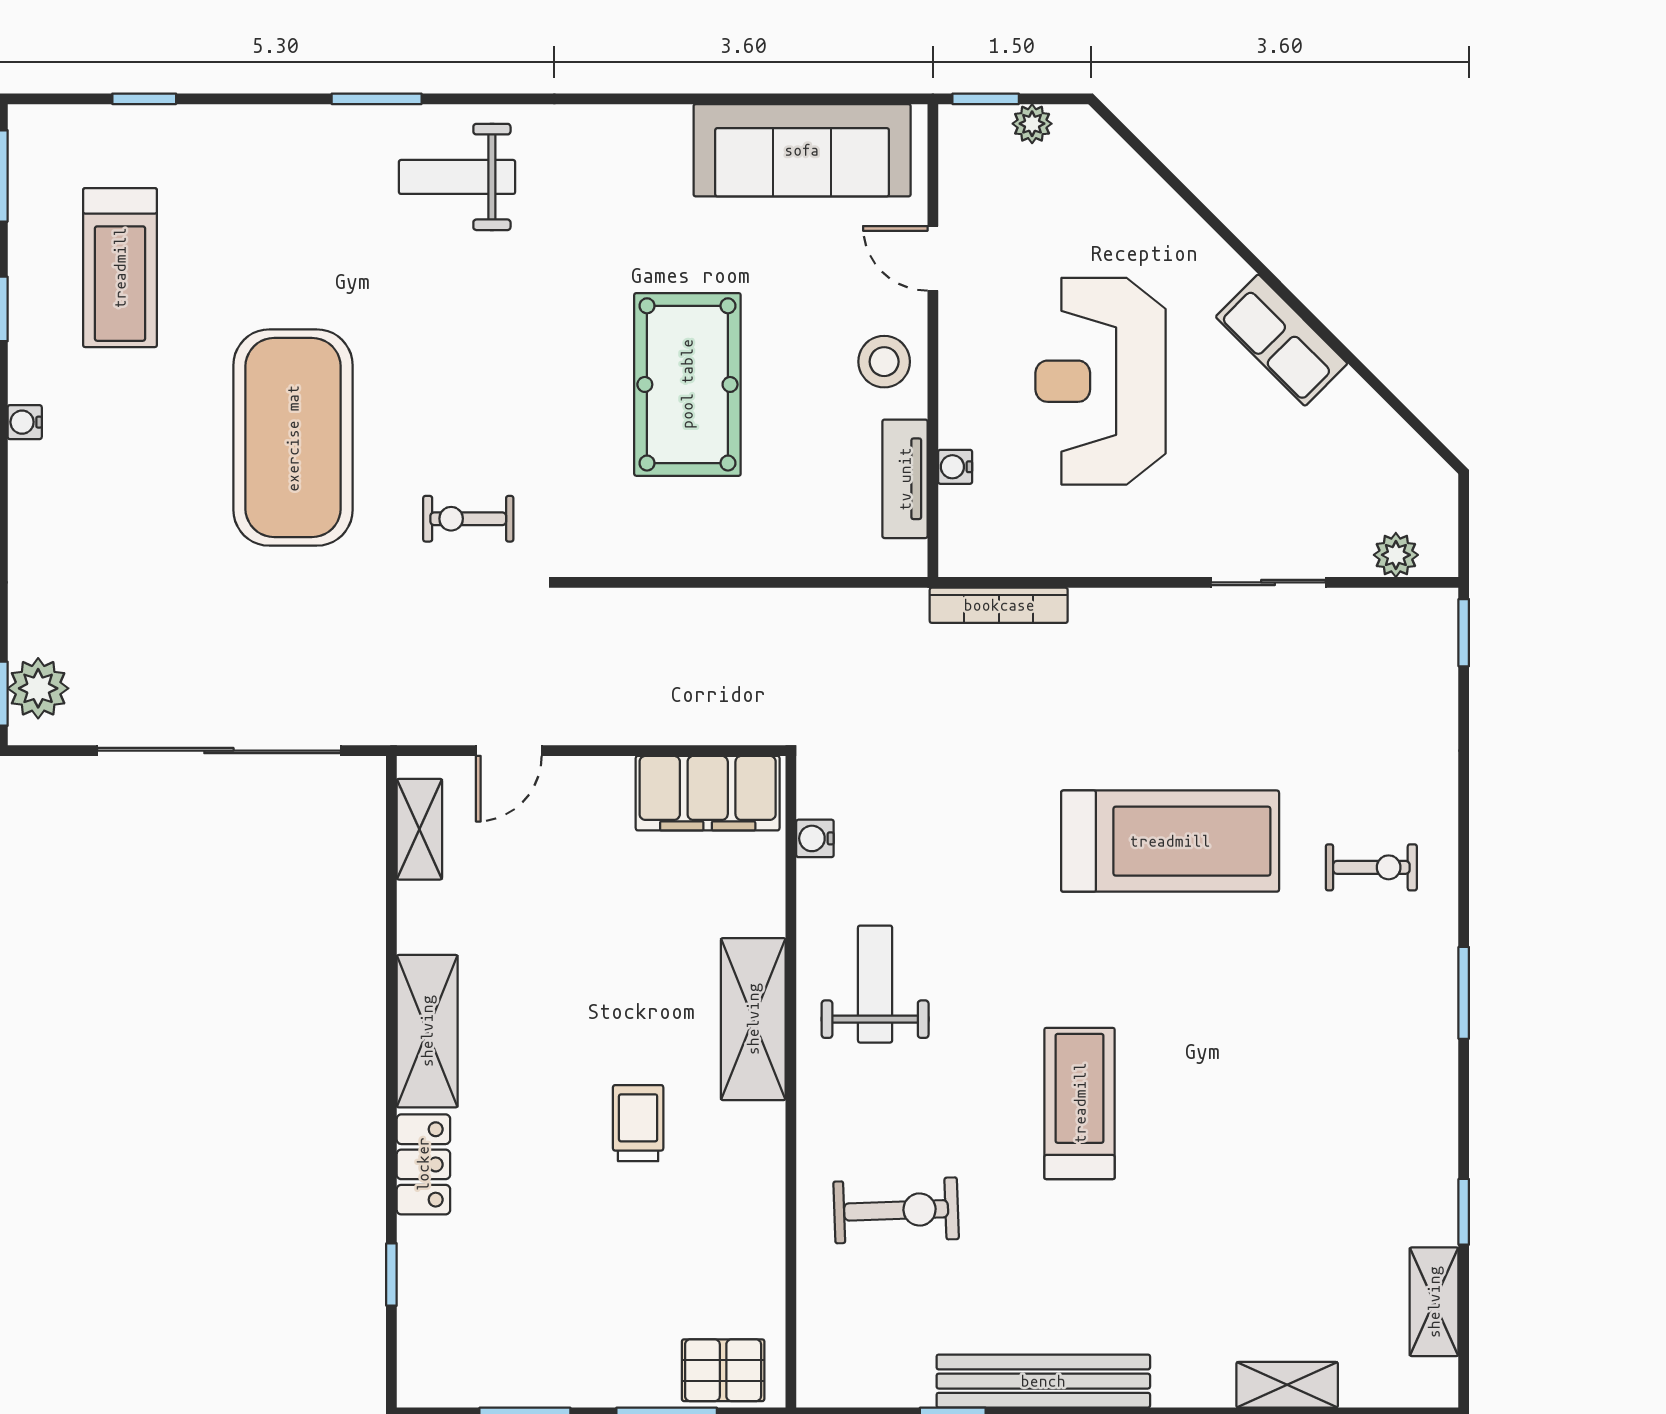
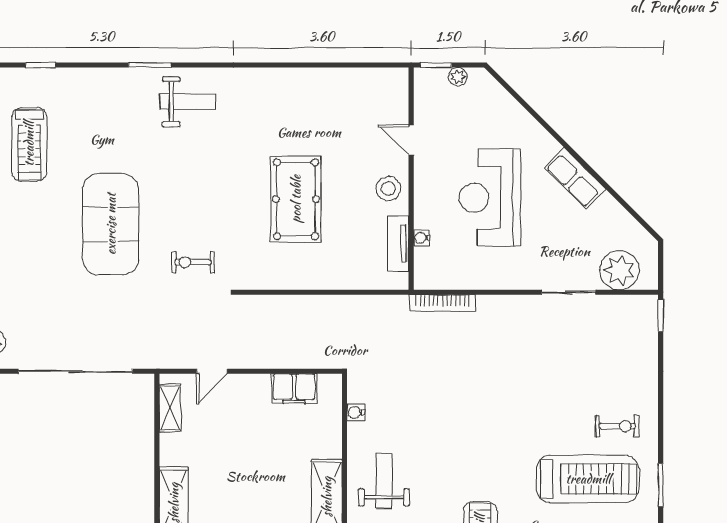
sofa: (802, 150) -> (350, 89), removed
weight bench: (457, 177) -> (188, 102), turned 180
plant: (1396, 555) -> (620, 270), width x1.88, depth x1.88
filing cabinet: (708, 793) -> (294, 389), width x0.67, depth x0.86
treadmill: (1170, 841) -> (588, 479), moved

